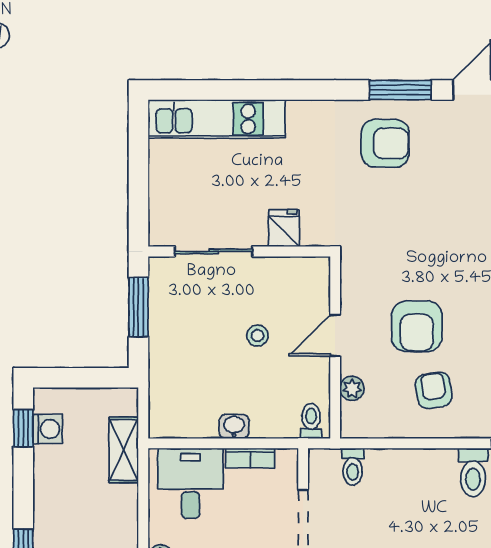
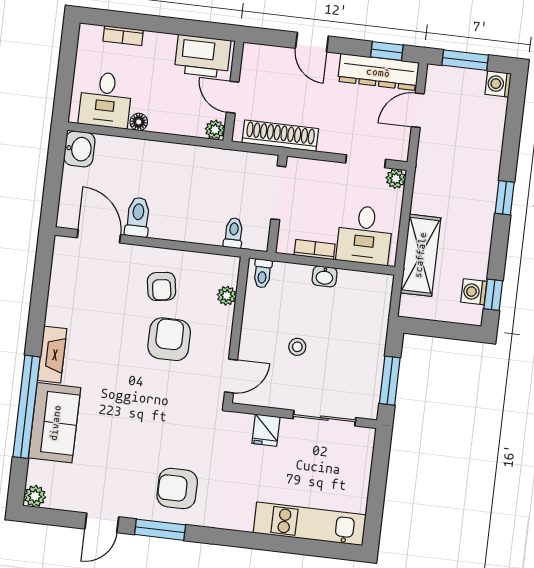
door: (335, 336) -> (231, 376), moved
shelving: (124, 450) -> (420, 255), width x1.50, depth x1.33

